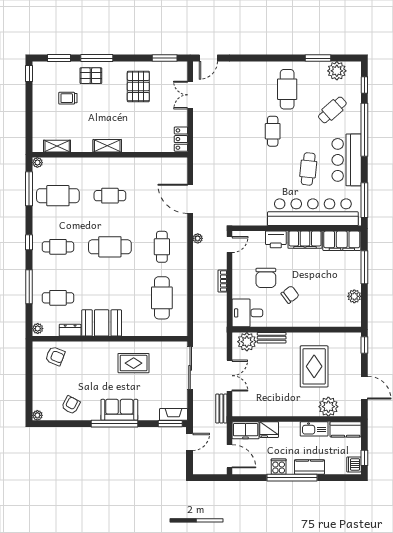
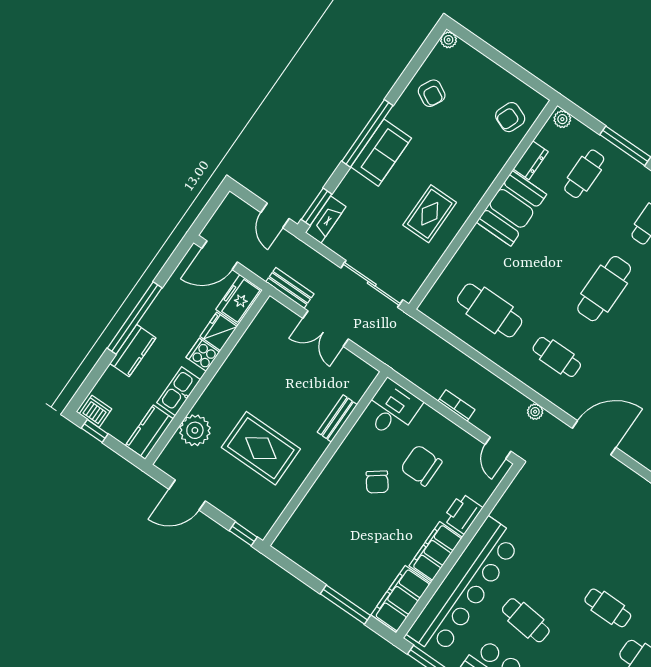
plant: (354, 296) -> (316, 565), removed
plant: (247, 342) -> (355, 382), removed
cooker: (279, 467) -> (203, 355), moved, turned 180

